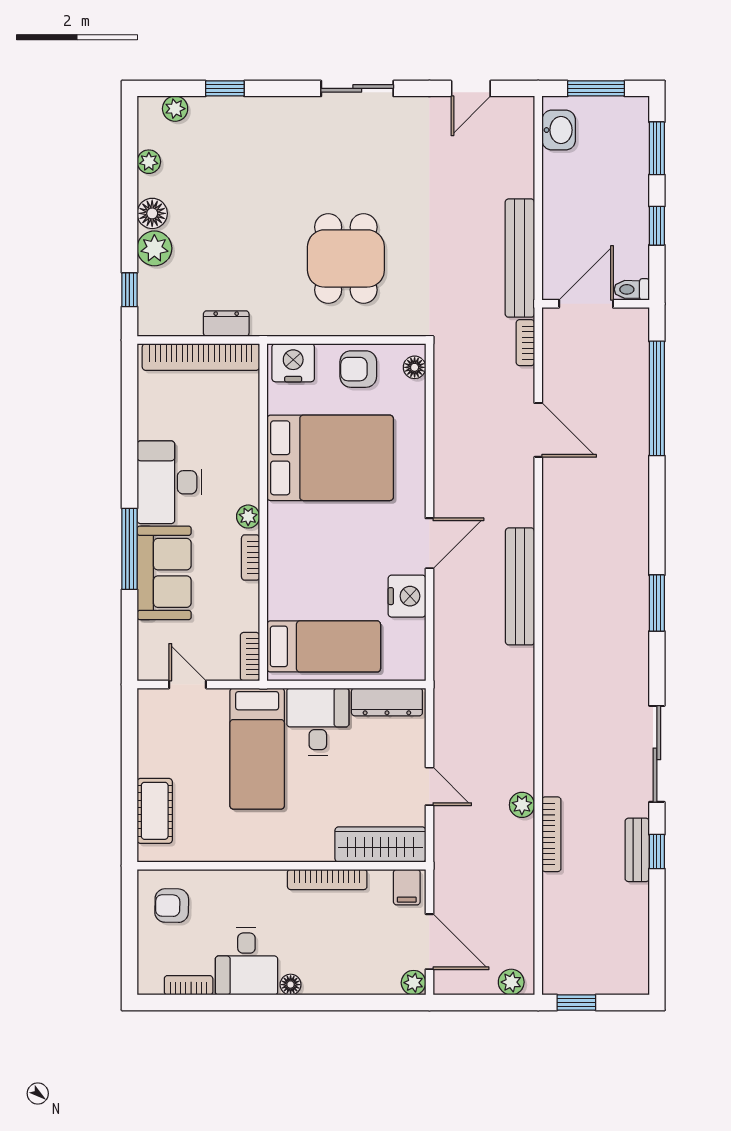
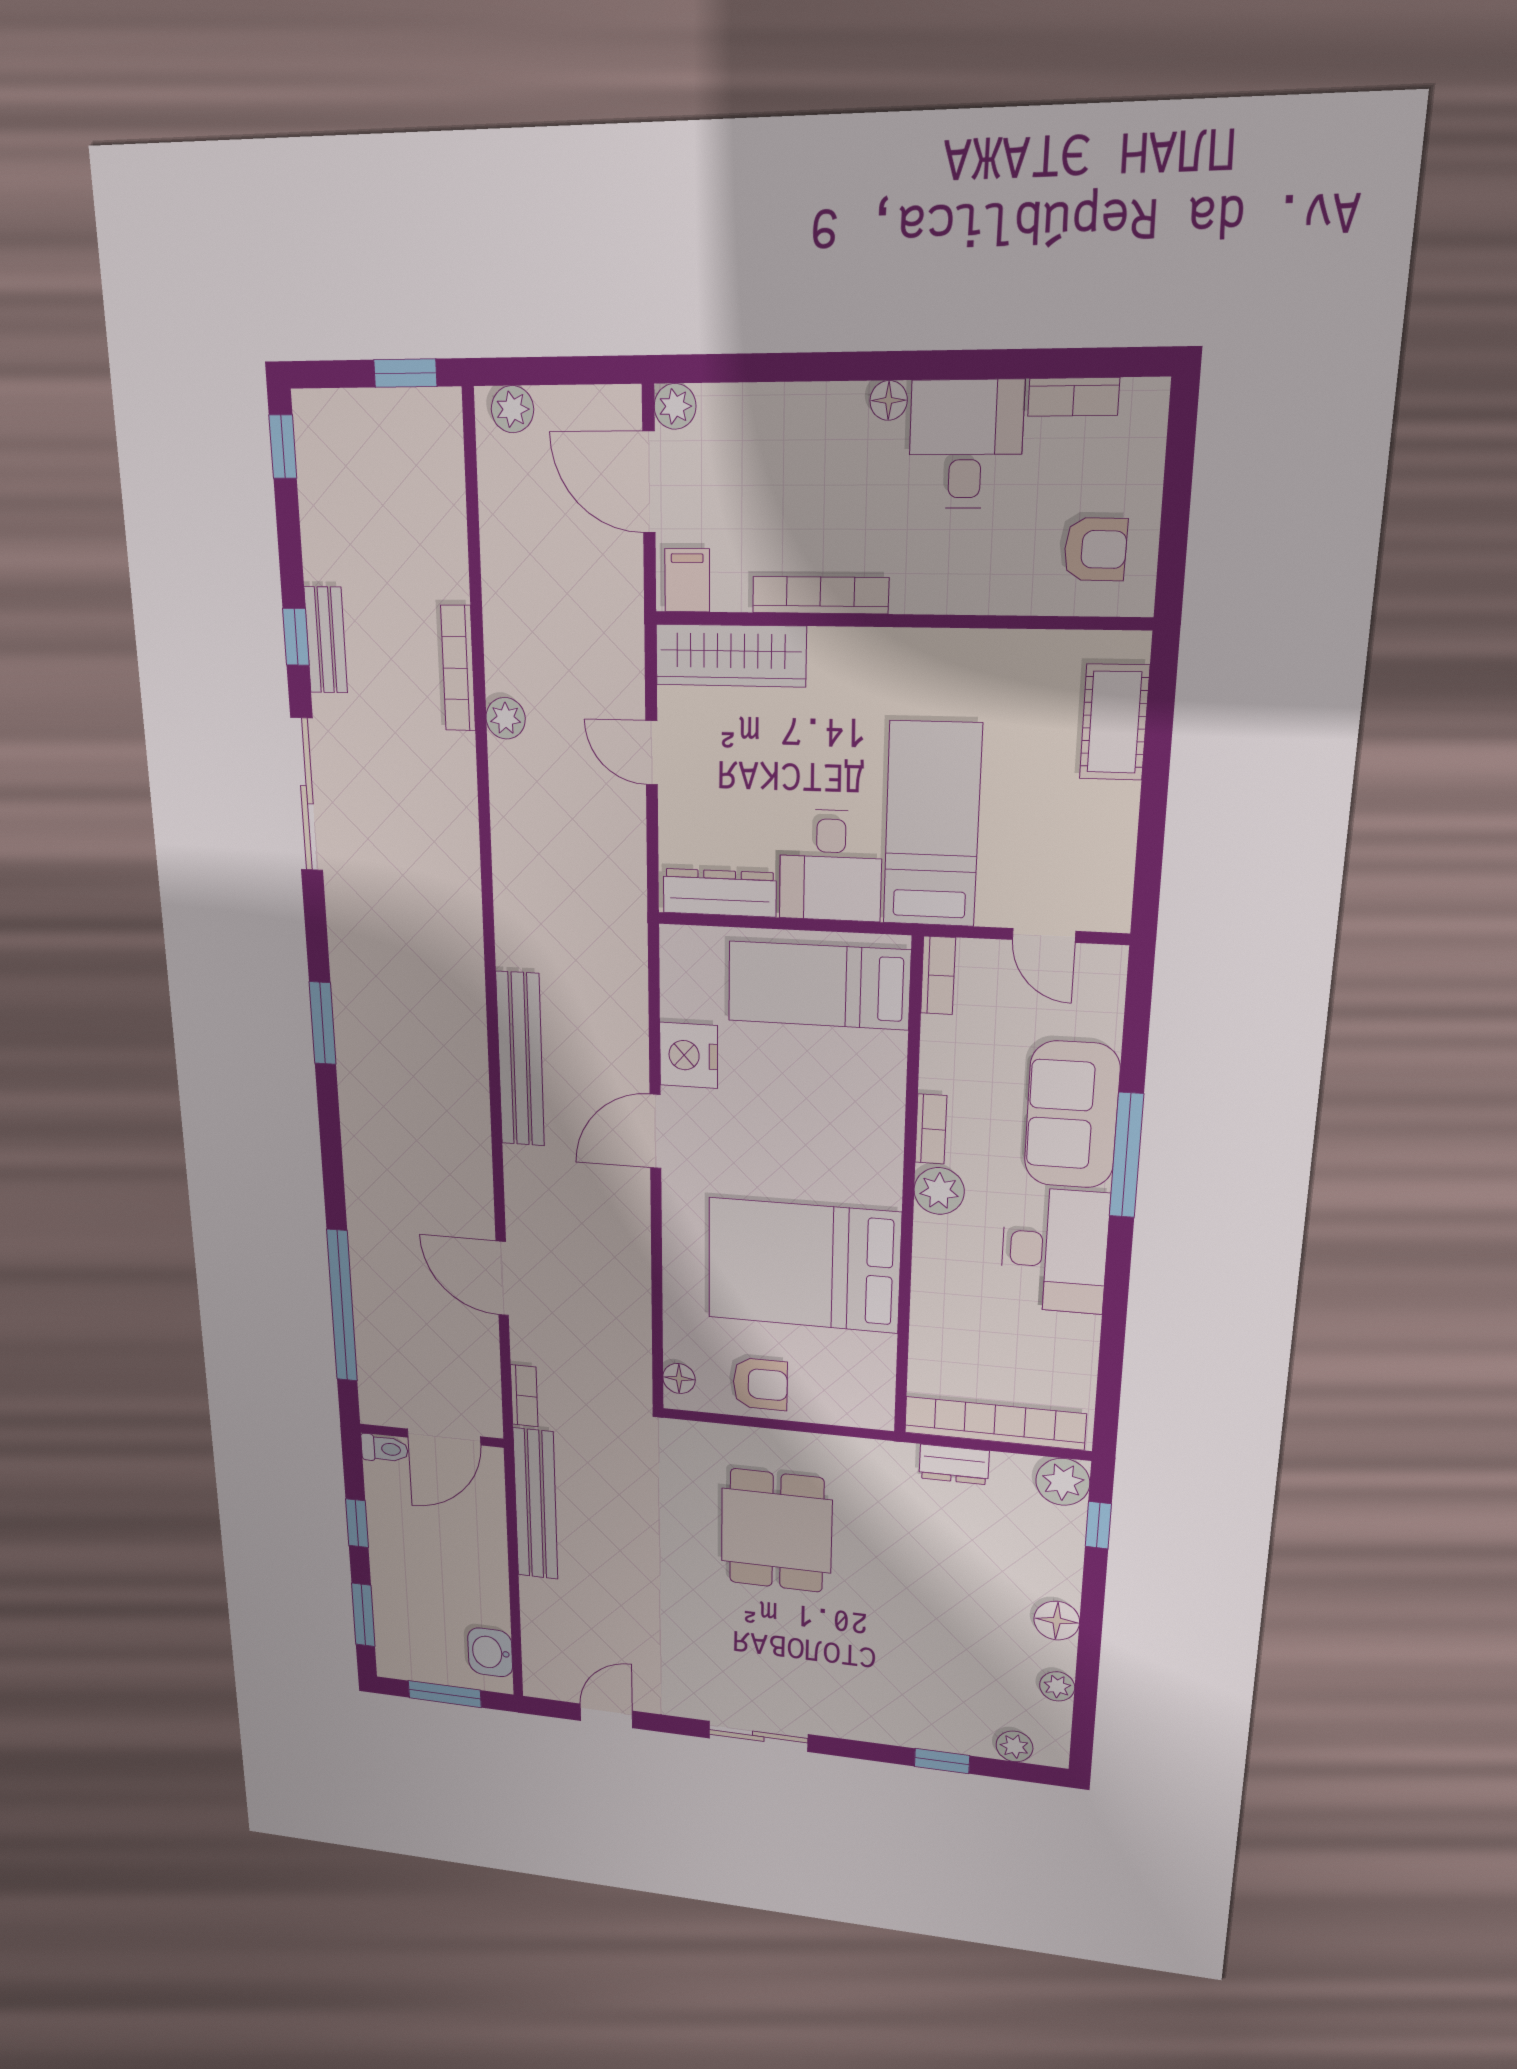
plant: (154, 248) -> (1063, 1482), moved
nightstand: (293, 363) -> (856, 1402), removed
plant: (248, 517) -> (939, 1191), width x1.38, depth x1.38
window: (657, 962) -> (283, 447), added

